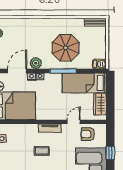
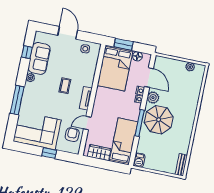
parasol: (65, 48) -> (159, 120), moved
door: (74, 122) -> (87, 123), swing flipped

